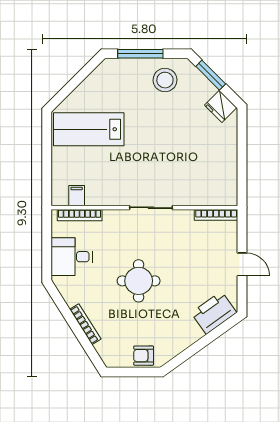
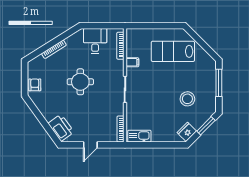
stool: (165, 80) -> (187, 99), moved
lab bench: (89, 129) -> (173, 51), turned -90
kitchen sink: (228, 184) -> (139, 136), added
filing cabinet: (77, 196) -> (132, 62), moved

